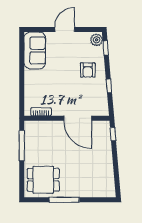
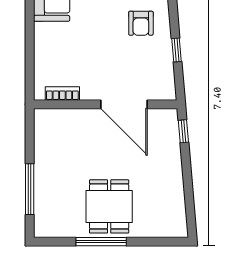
window: (22, 146) -> (30, 189), moved
dining table: (43, 180) -> (109, 206), moved, turned 90

